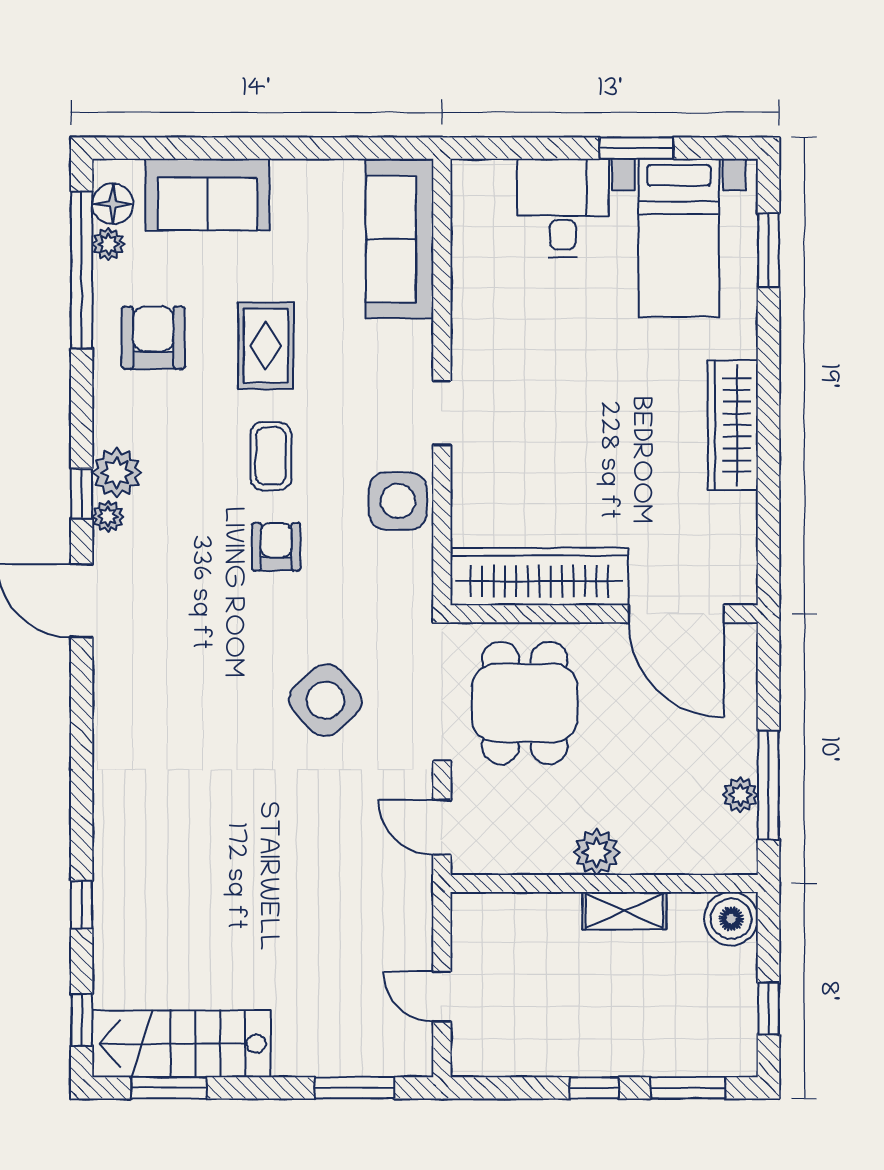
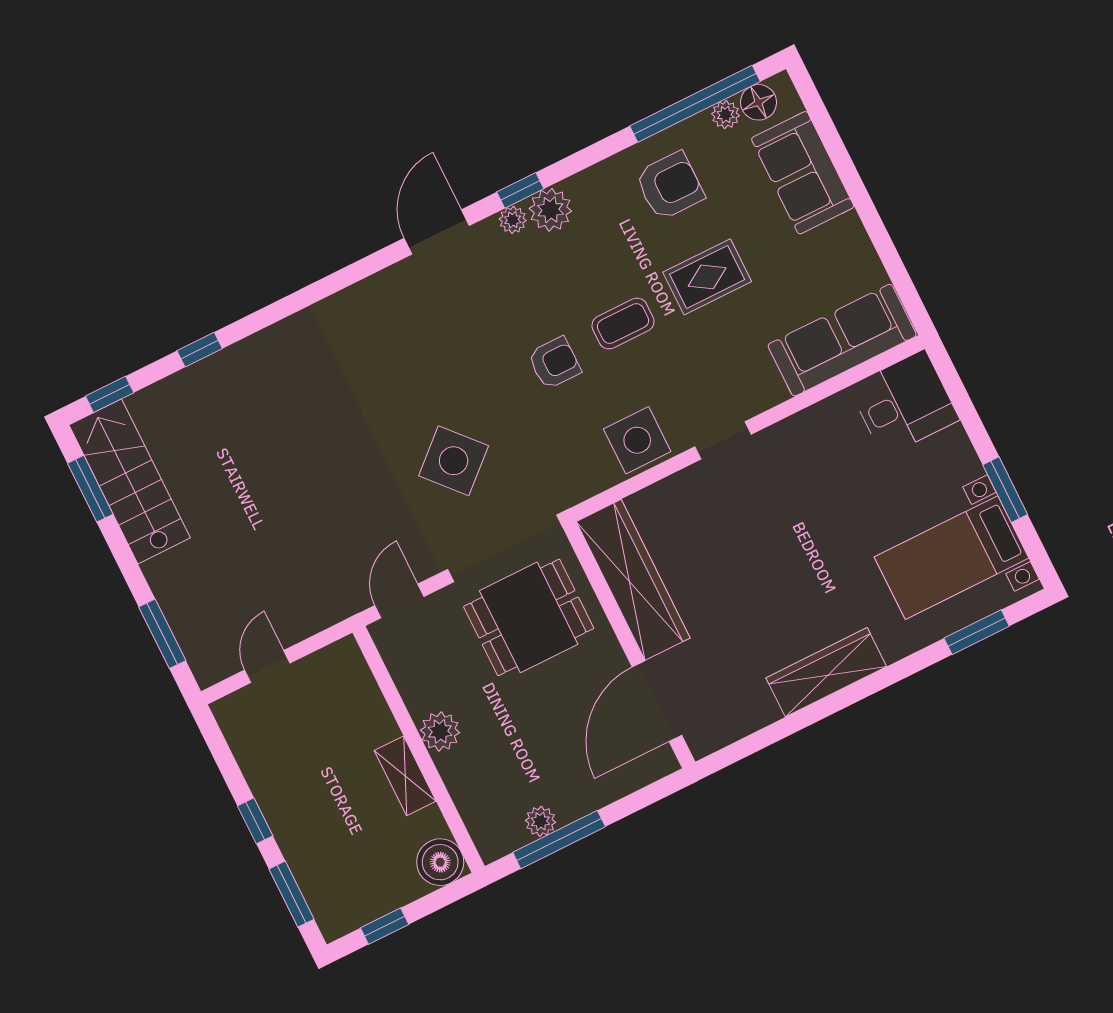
desk: (563, 208) -> (904, 403), moved

